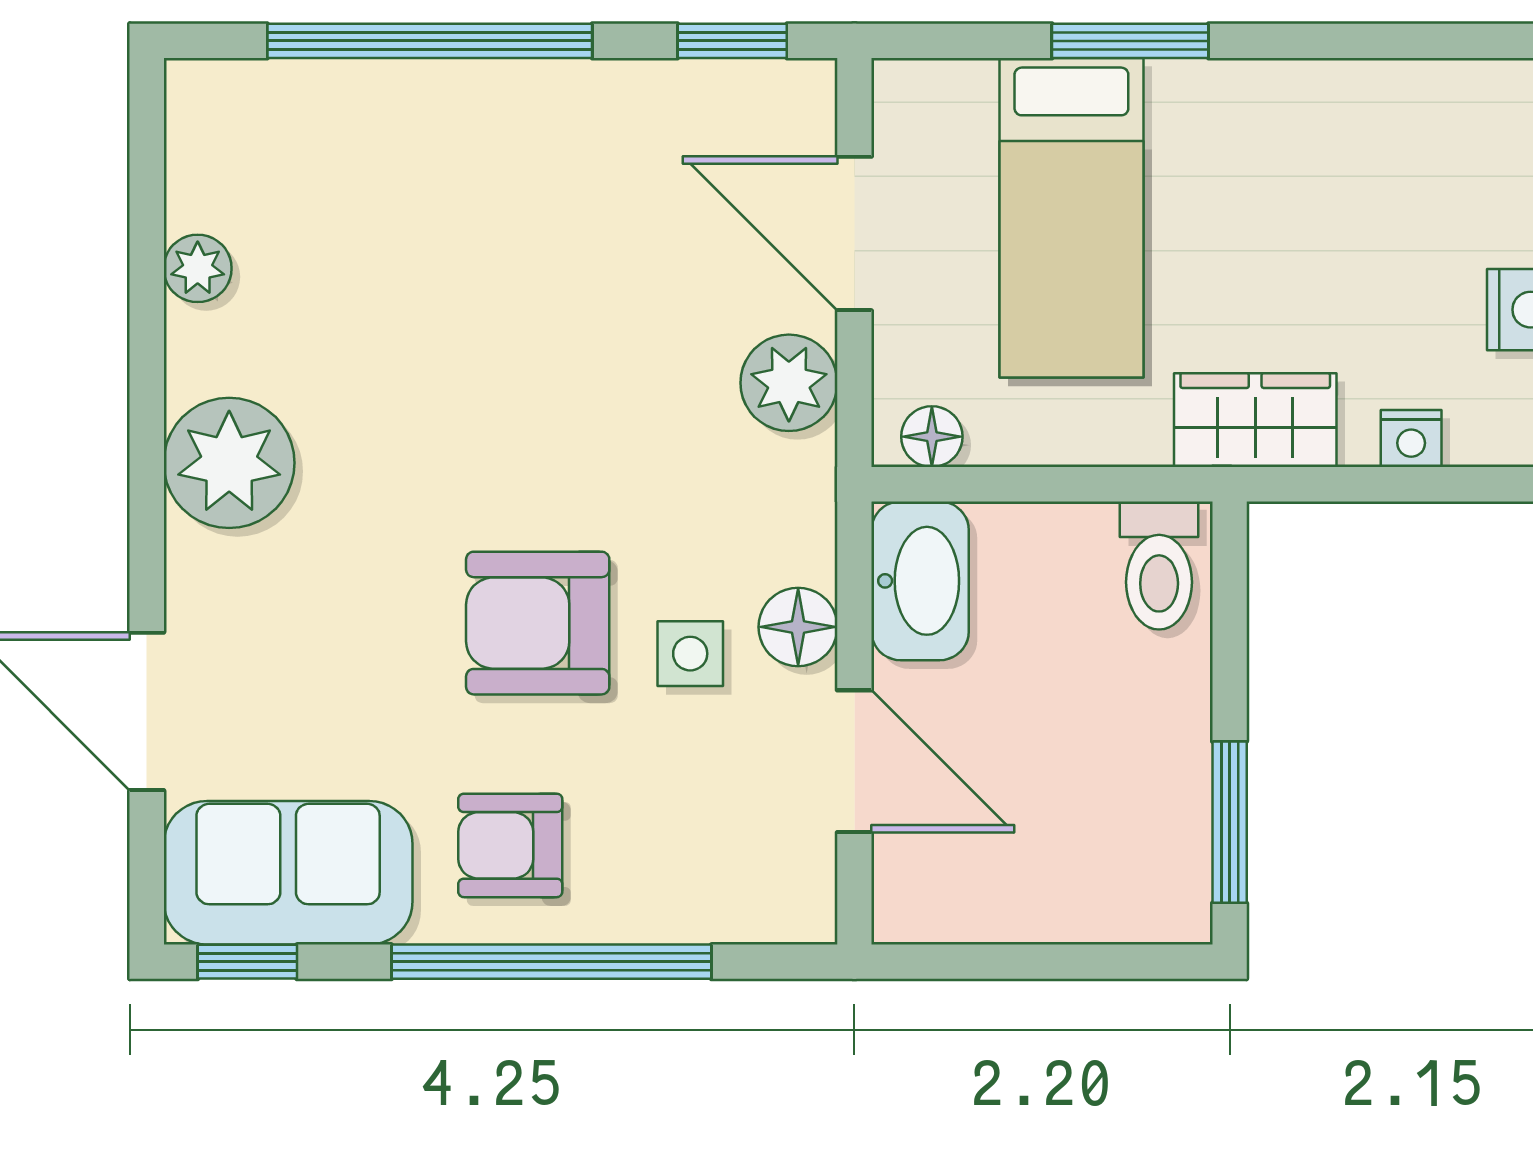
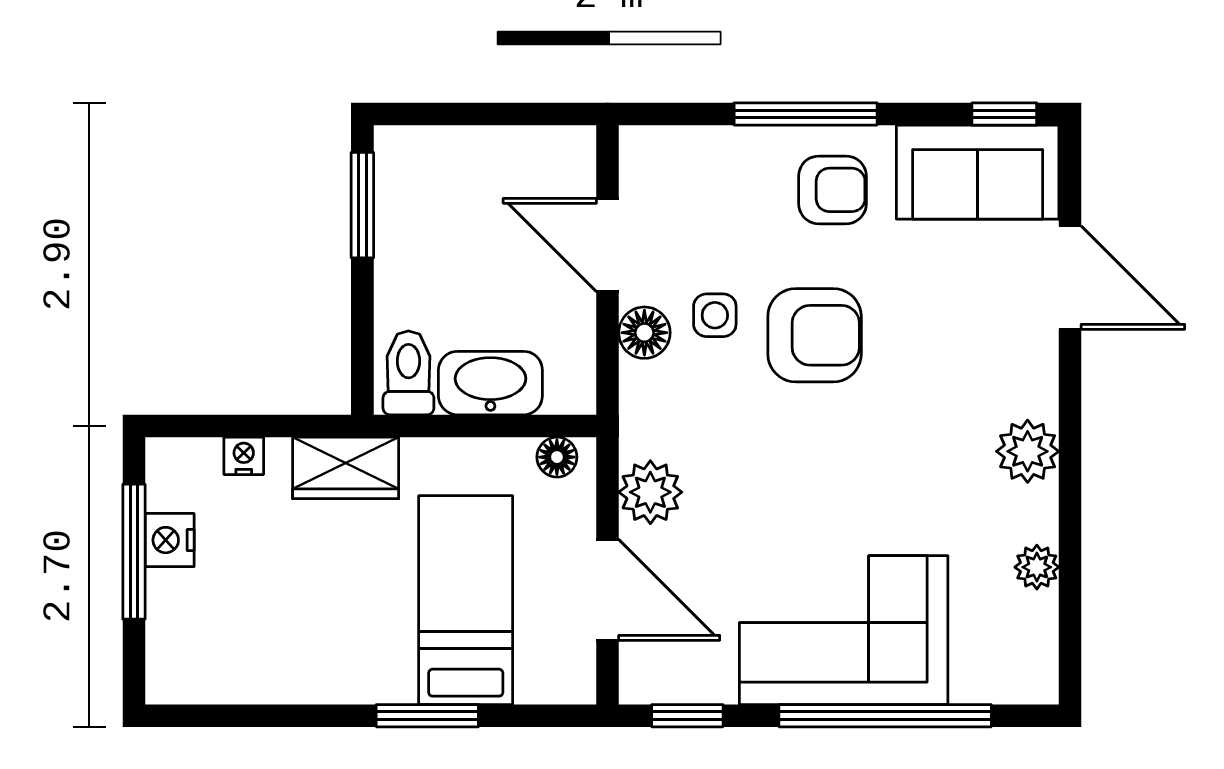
corner sofa: (493, 172) -> (844, 630), added
plant: (229, 463) -> (1028, 451), width x0.73, depth x0.73
washbasin: (920, 581) -> (490, 383), moved, turned 90
window: (551, 962) -> (806, 114), width x0.68

